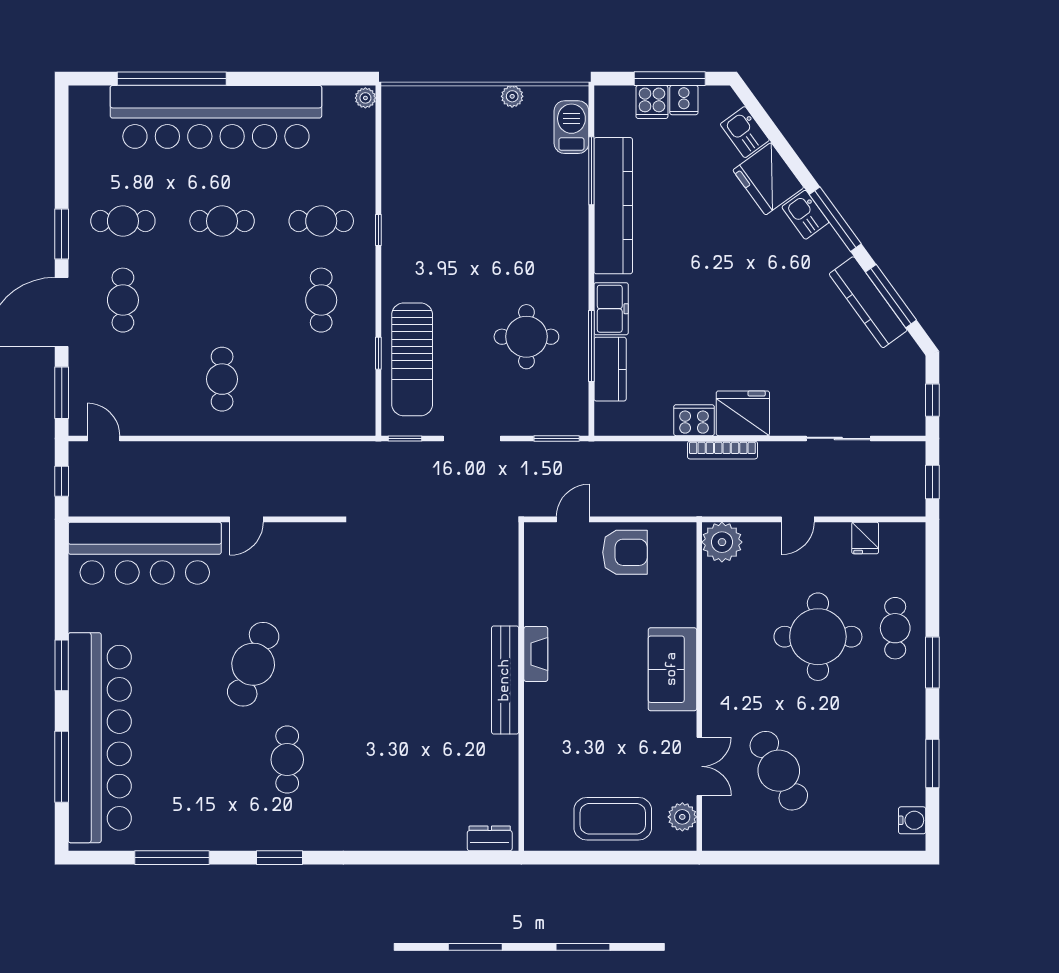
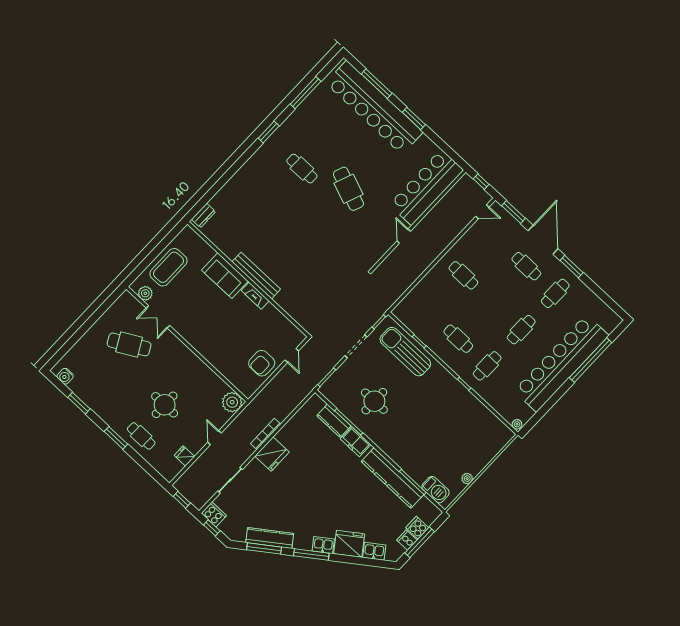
cooker: (694, 420) -> (214, 514), moved, turned -90
round table: (818, 637) -> (165, 405), width x0.73, depth x0.73
sofa: (672, 669) -> (225, 276), moved, turned 180

